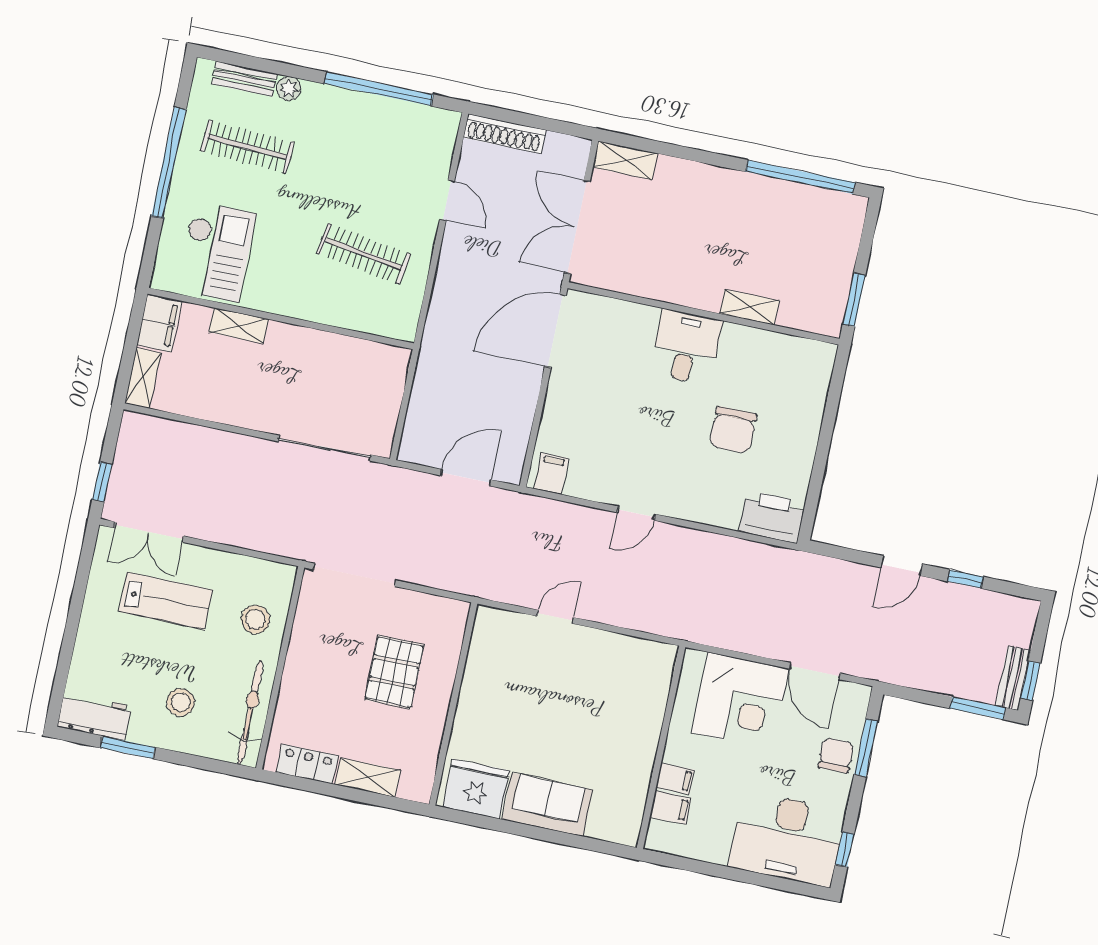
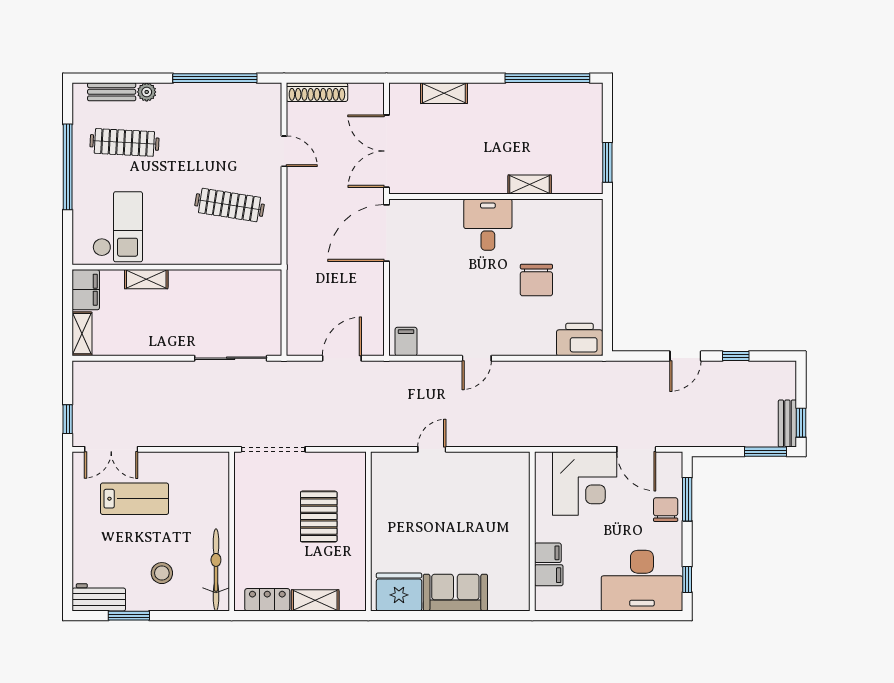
shelving: (625, 160) -> (444, 93), moved
stool: (256, 619) -> (205, 499), removed

